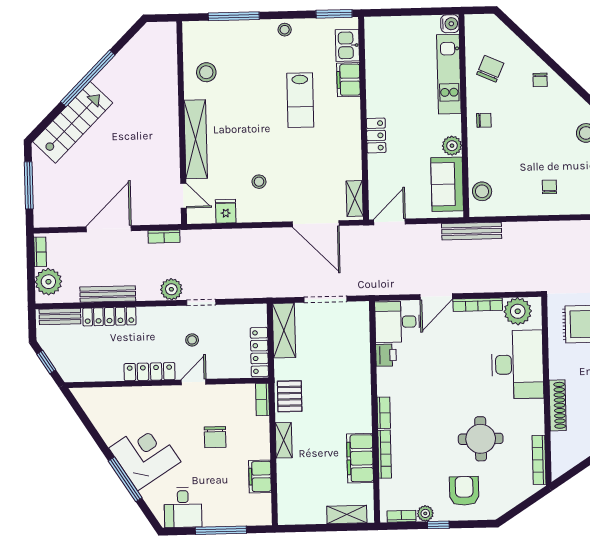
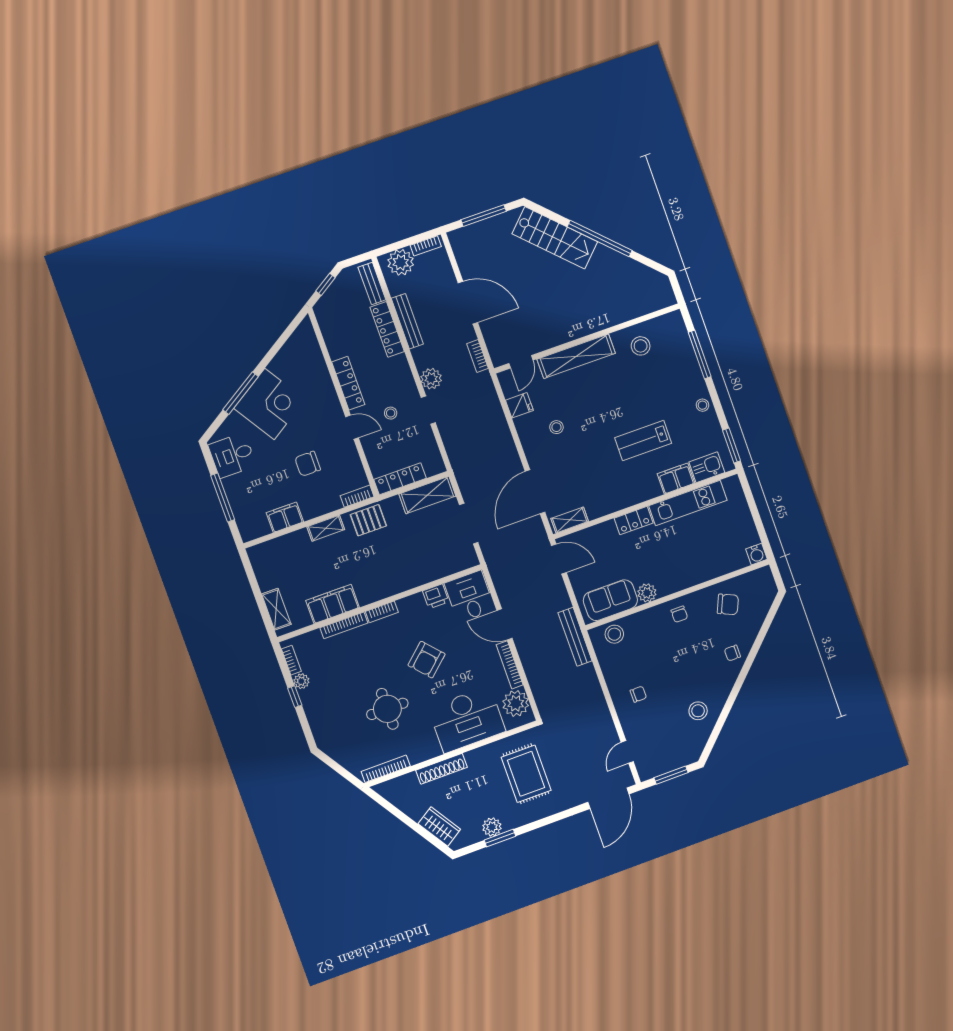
kitchen unit: (449, 74) -> (688, 503), moved, turned 180
armchair: (464, 491) -> (427, 660), moved, turned 138

